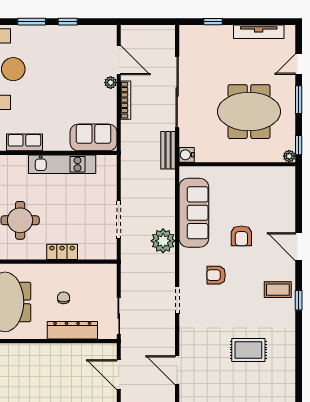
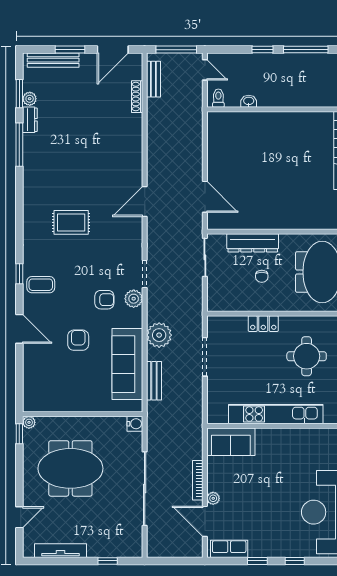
window: (32, 22) -> (295, 561), width x0.67
window: (299, 100) -> (19, 481), removed
row of seats: (24, 142) -> (229, 549), moved, turned 180
bench: (168, 150) -> (154, 381), moved
kitchen unit: (62, 164) -> (276, 414), width x1.36
plant: (188, 276) -> (134, 299), added
door: (177, 370) -> (145, 202), swing flipped

